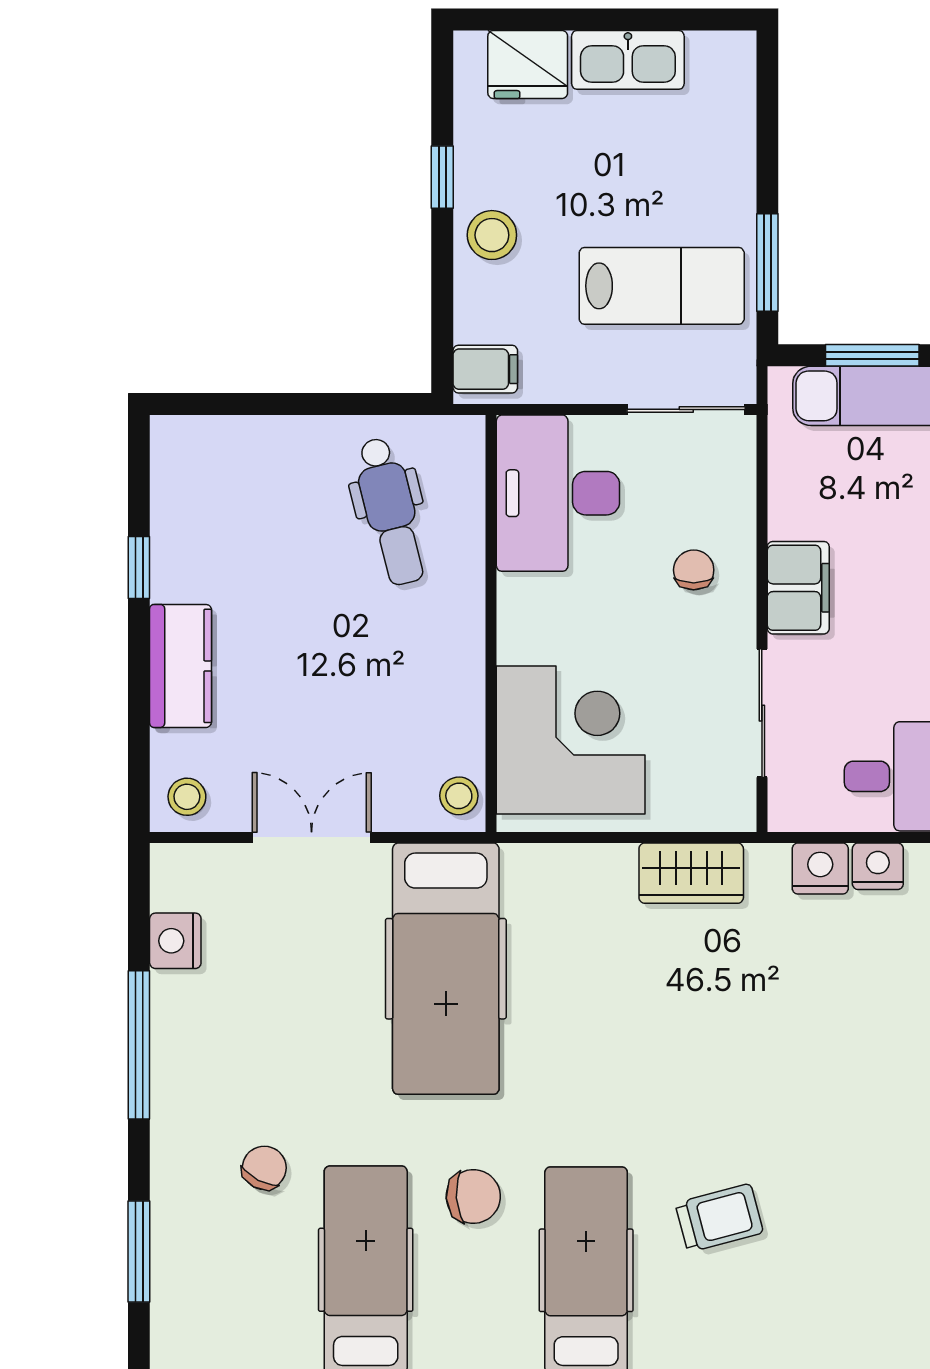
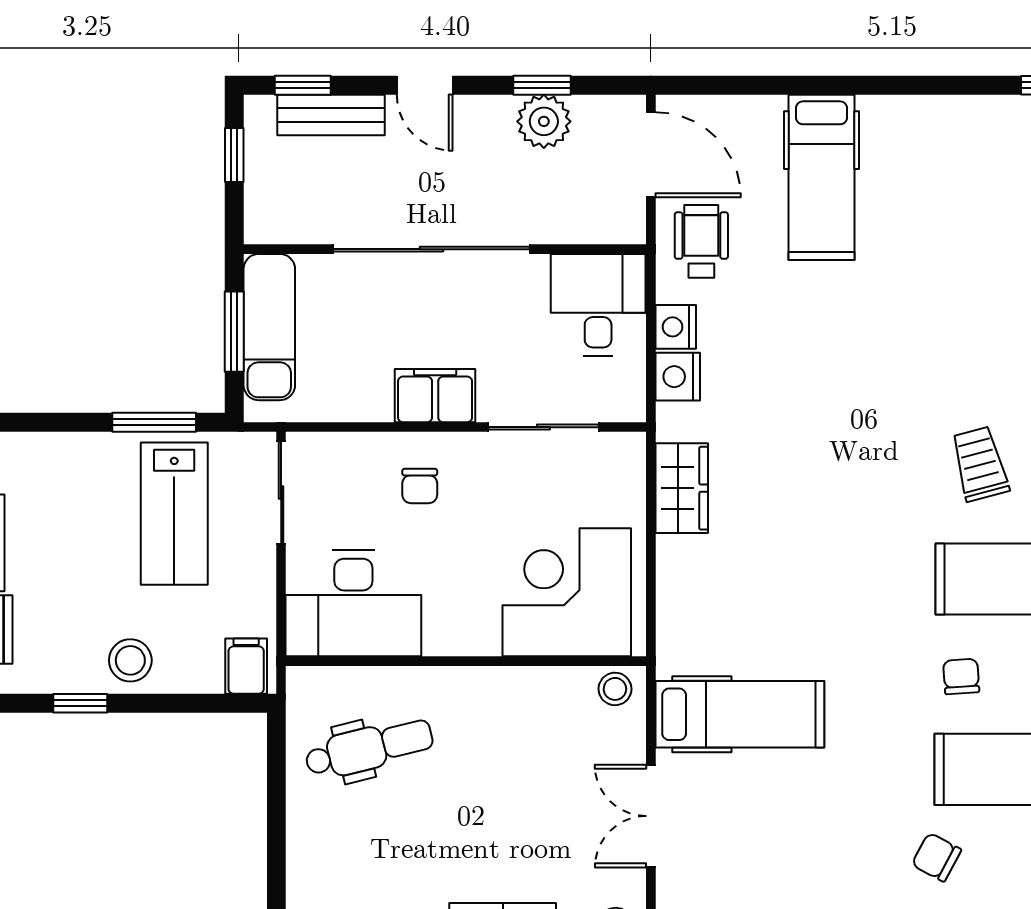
lab bench: (662, 286) -> (174, 514), turned 180
chair: (694, 570) -> (420, 486), turned -90
hospital bed: (446, 969) -> (740, 714), width x0.73, depth x0.78
chair: (473, 1197) -> (961, 676), width x0.73, depth x0.73

